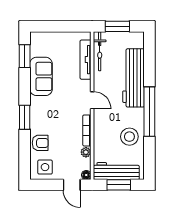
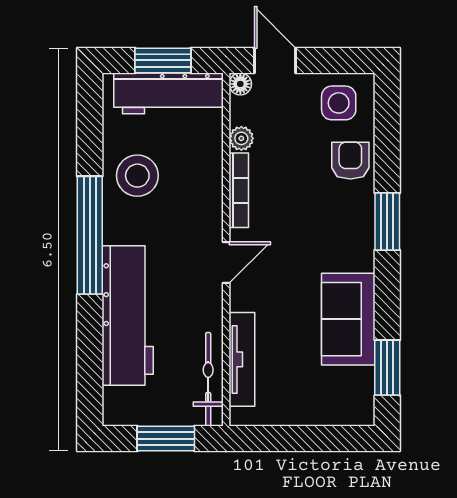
door: (92, 100) -> (226, 262), swing flipped
armchair: (40, 143) -> (350, 161), turned 90

